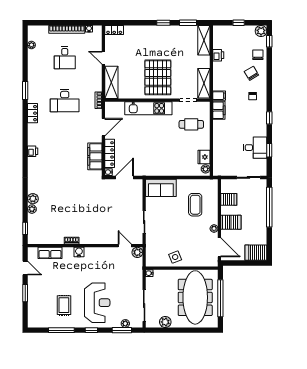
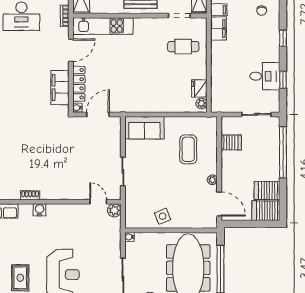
kitchen unit: (148, 108) -> (103, 26), moved
server rack: (231, 222) -> (267, 191), moved, turned 180

